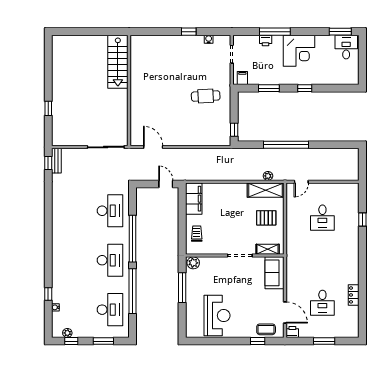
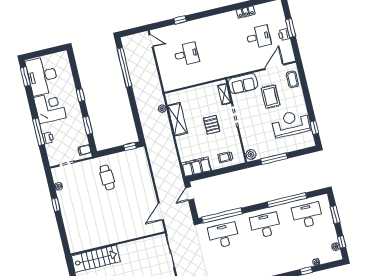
desk: (346, 47) -> (42, 76), width x1.87, depth x1.30
window: (286, 145) -> (124, 67), moved
door: (301, 182) -> (151, 41), moved
shelving: (266, 190) -> (177, 119), moved
pallet: (266, 218) -> (212, 125), moved
window: (133, 239) -> (222, 216), moved
rug: (253, 300) -> (270, 97), added
printer: (292, 332) -> (284, 35), moved
window: (258, 341) -> (314, 128), moved

